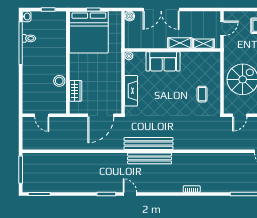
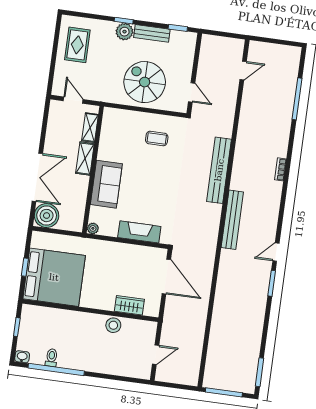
boiler: (130, 16) -> (47, 216), width x1.86, depth x1.86
bench: (149, 144) -> (219, 170), moved

